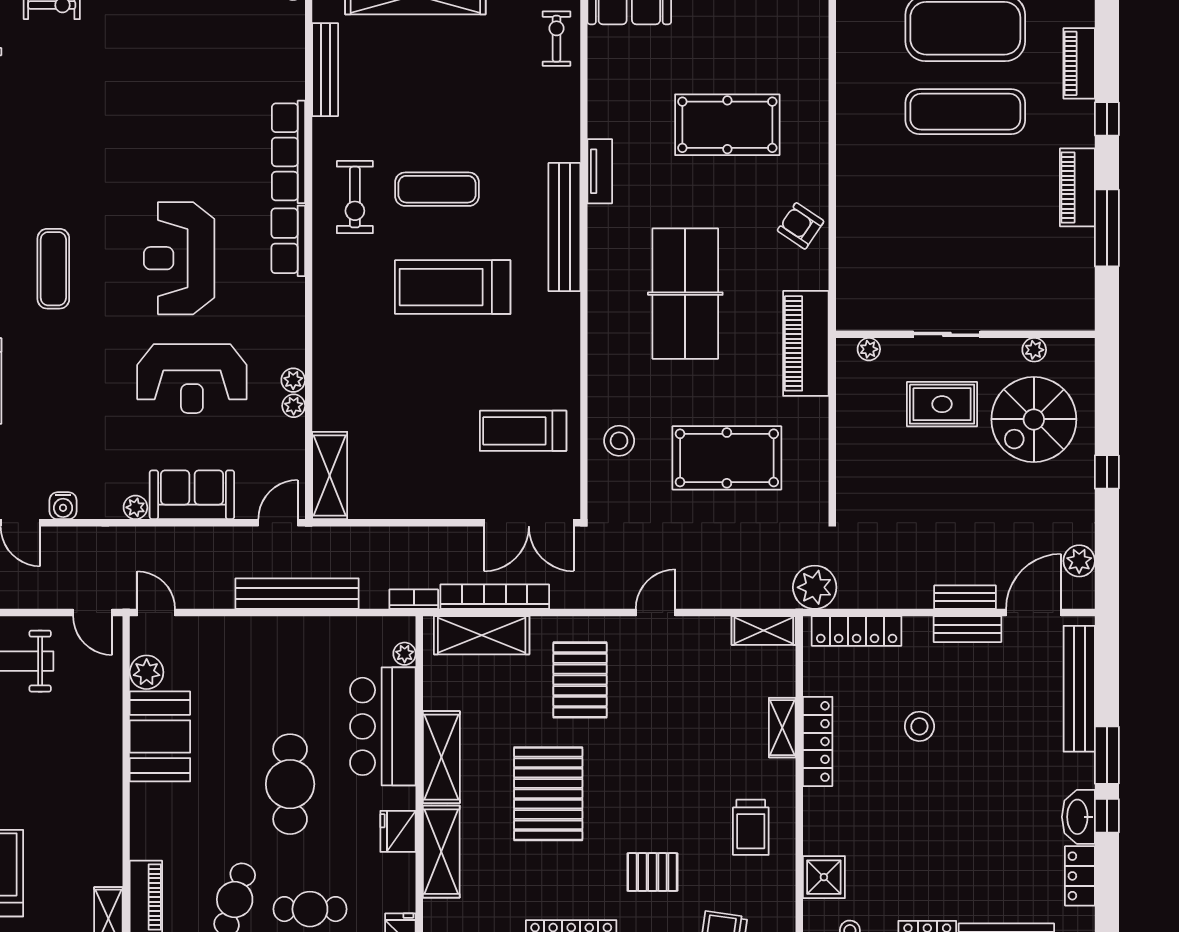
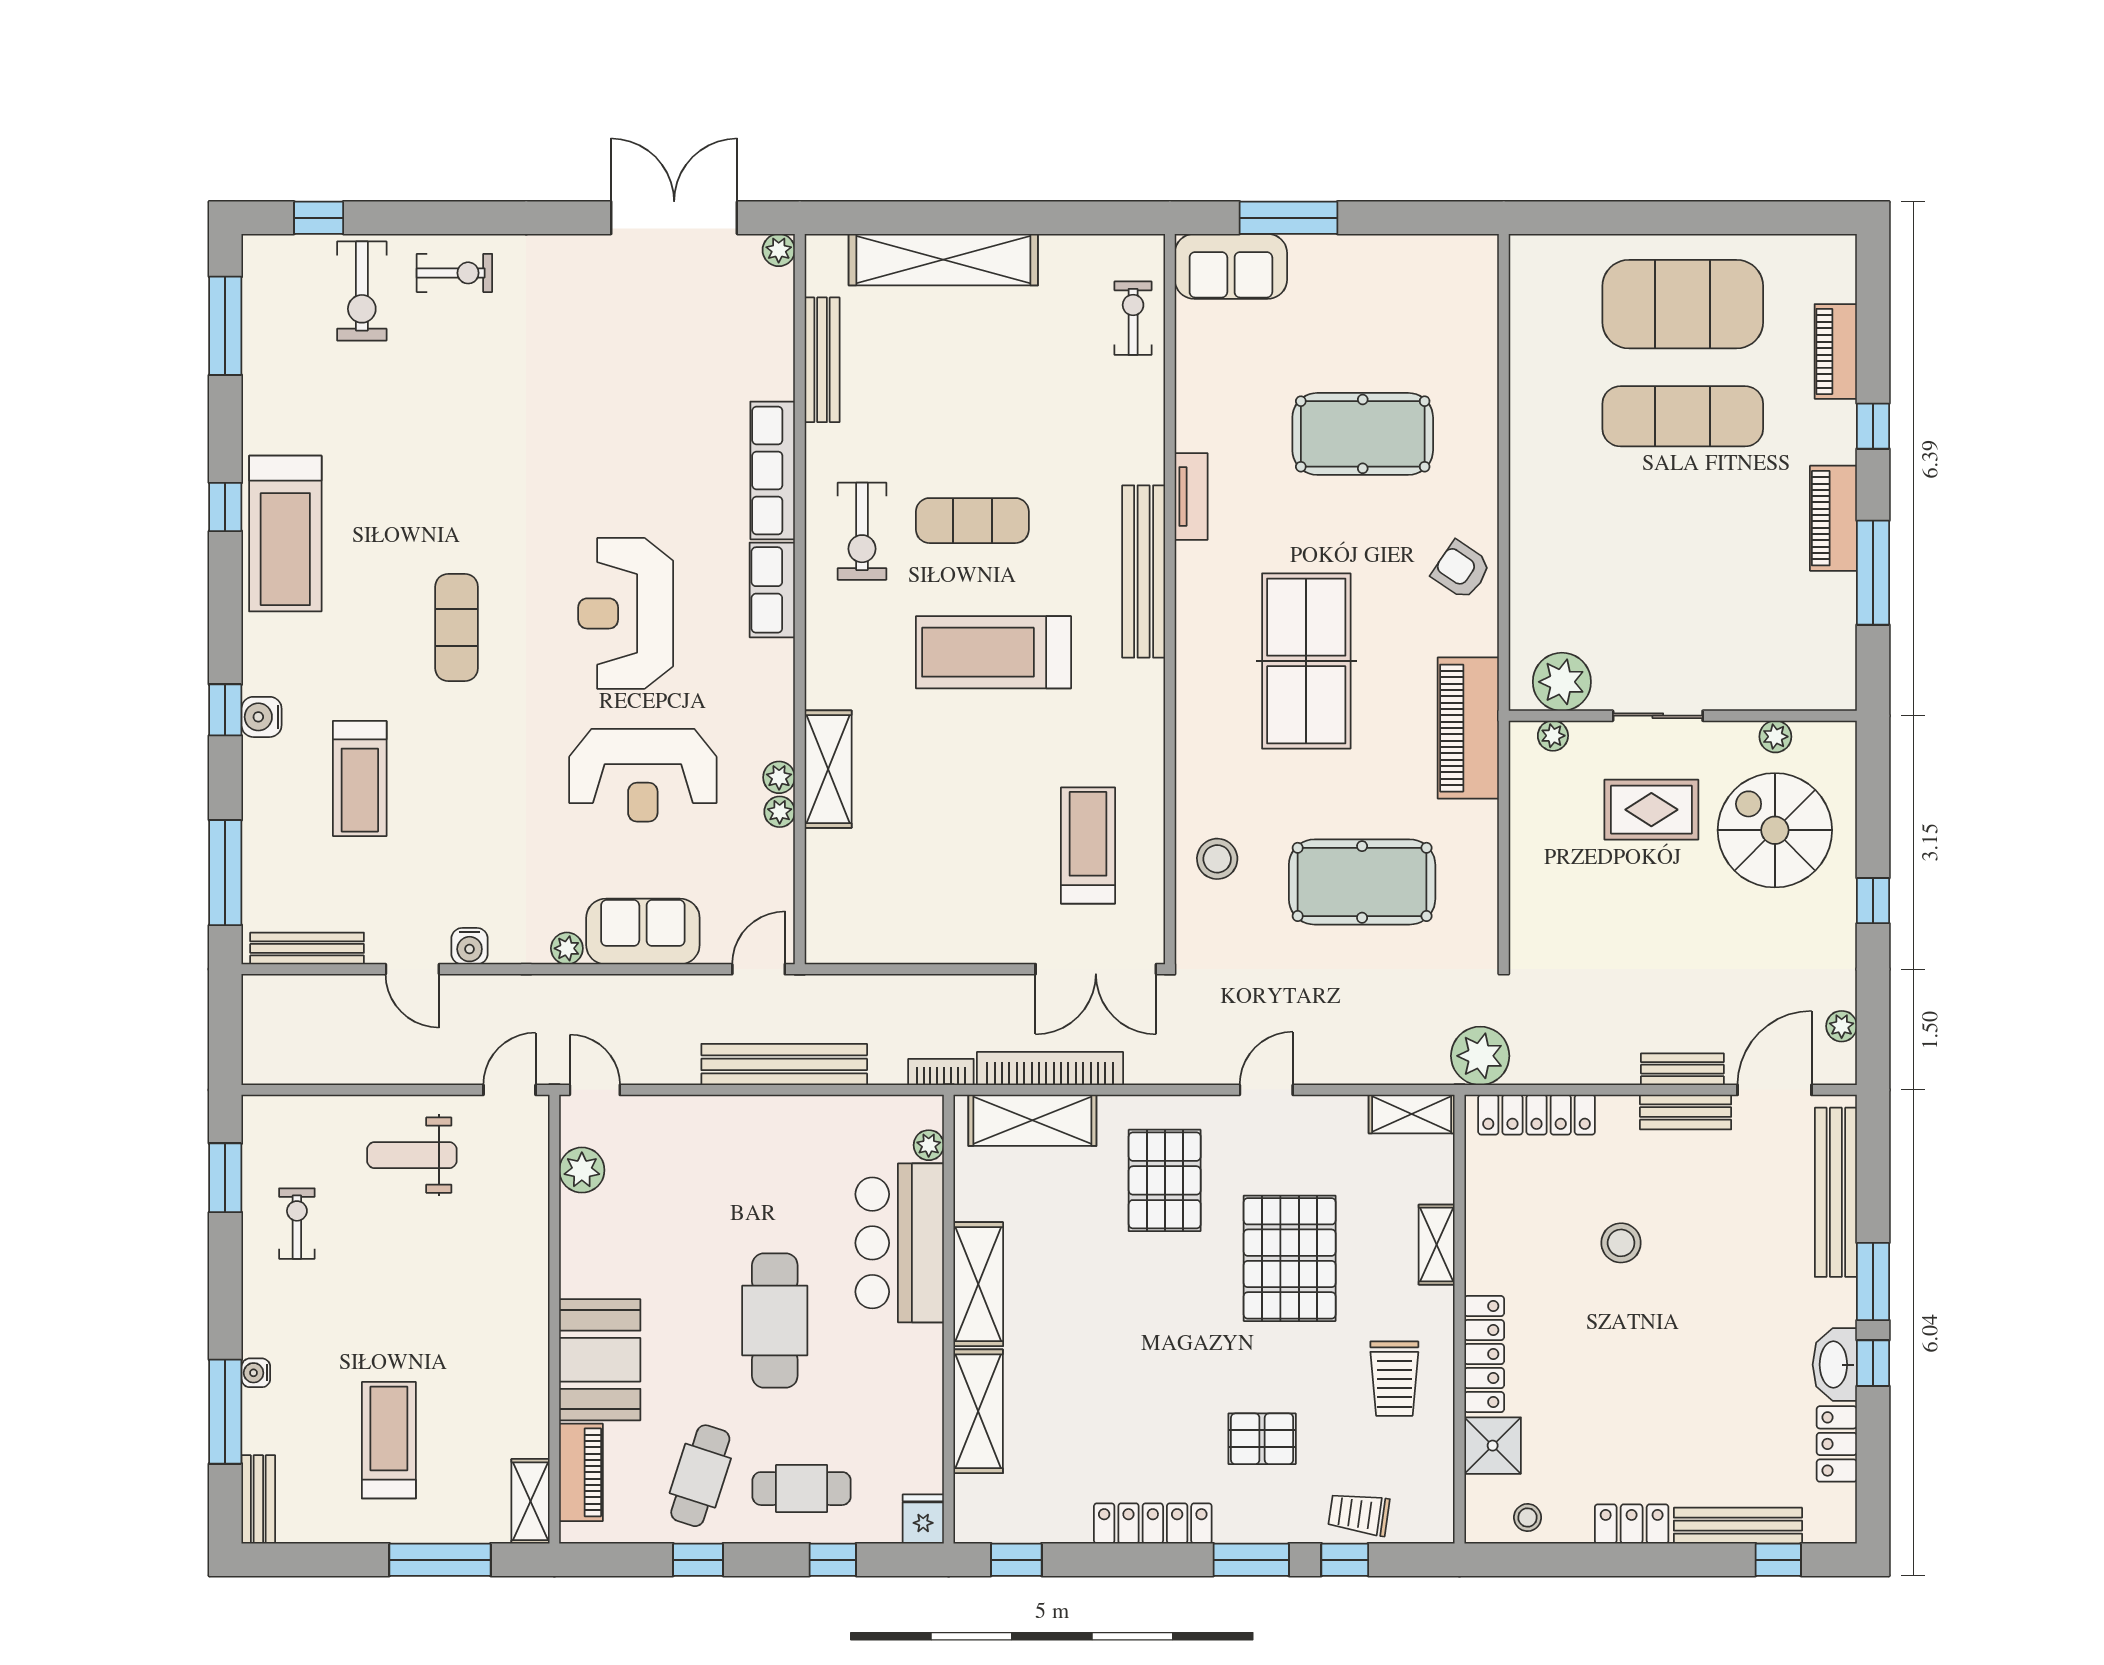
plant: (875, 309) -> (1562, 682), added
spiral stairs: (1034, 419) -> (1775, 830), turned 90
treadmill: (523, 431) -> (1088, 845), turned 90
shelving: (330, 476) -> (828, 769), moved
plant: (1079, 561) -> (1842, 1026), width x0.73, depth x0.73
door: (93, 613) -> (509, 1090), swing flipped
booth: (160, 736) -> (600, 1360), moved
locker: (818, 741) -> (1484, 1354), moved
pallet: (548, 794) -> (1290, 1258), moved
fridge: (398, 831) -> (920, 1384), removed

